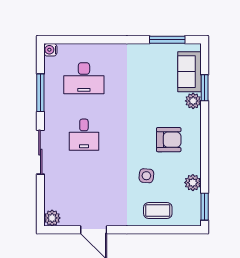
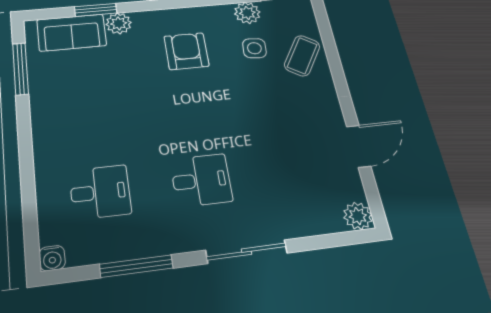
desk: (84, 78) -> (100, 192), width x0.73
side table: (146, 176) -> (254, 48), moved
coffee table: (158, 211) -> (302, 56), turned 32

